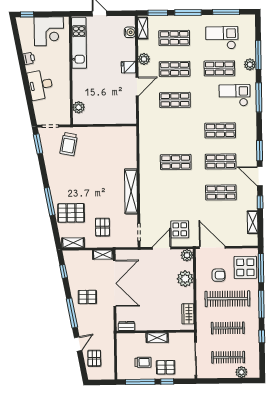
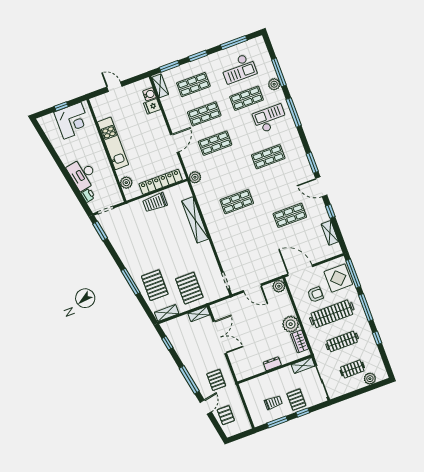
window: (188, 12) -> (198, 56), width x0.69
window: (27, 14) -> (61, 106), moved
checkout: (222, 38) -> (239, 68), turned 180
kitchen unit: (79, 43) -> (113, 143), moved
printer: (29, 58) -> (88, 195), moved
plant: (144, 59) -> (195, 177), moved
fridge: (129, 67) -> (152, 106), moved
locker: (111, 118) -> (161, 182), added
trolley: (69, 144) -> (155, 202), moved, turned 79
shop shelf: (221, 161) -> (279, 186), removed
shelving: (131, 191) -> (195, 220), moved
pallet: (71, 213) -> (155, 285), turned 90
pallet: (102, 227) -> (189, 288), width x1.50, depth x1.42
display table: (180, 229) -> (263, 264), removed
door: (162, 248) -> (252, 288), swing flipped
plant: (185, 279) -> (291, 324), moved
double door: (115, 283) -> (220, 337), width x0.73
pallet: (87, 297) -> (216, 380), moved, turned 90
dresser: (127, 326) -> (272, 364), moved
shelving: (157, 338) -> (303, 365), moved
clothes rail: (228, 357) -> (352, 369), width x0.73
pallet: (166, 367) -> (296, 400), turned 90
window: (140, 382) -> (277, 422), width x0.69

